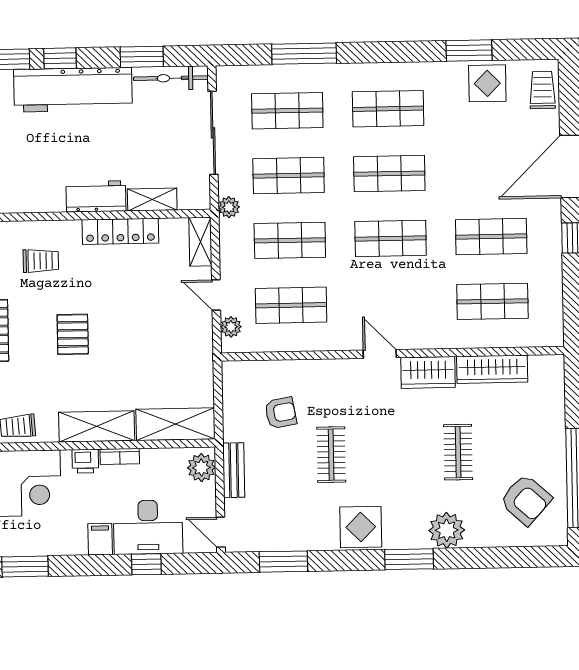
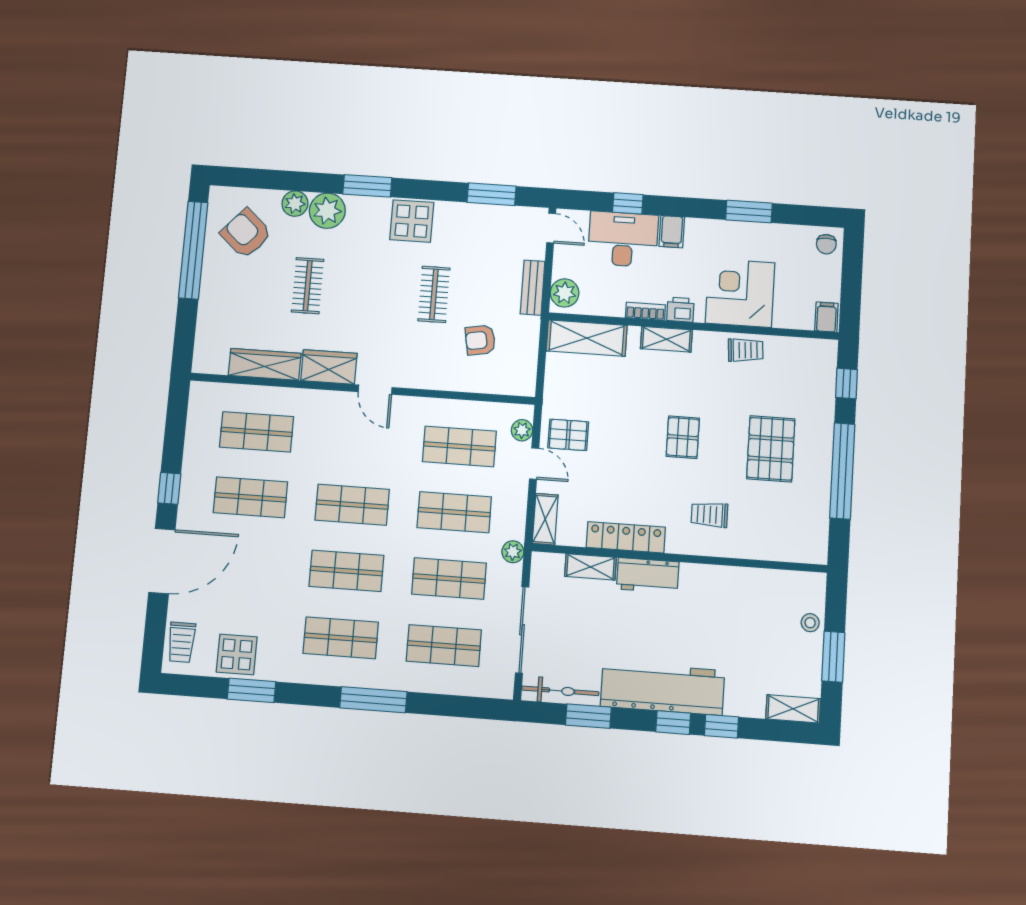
window: (304, 54) -> (373, 700), moved
pallet: (185, 326) -> (568, 435), added
shelving: (97, 426) -> (666, 339), width x0.67, depth x0.75
plant: (480, 535) -> (295, 204), added

